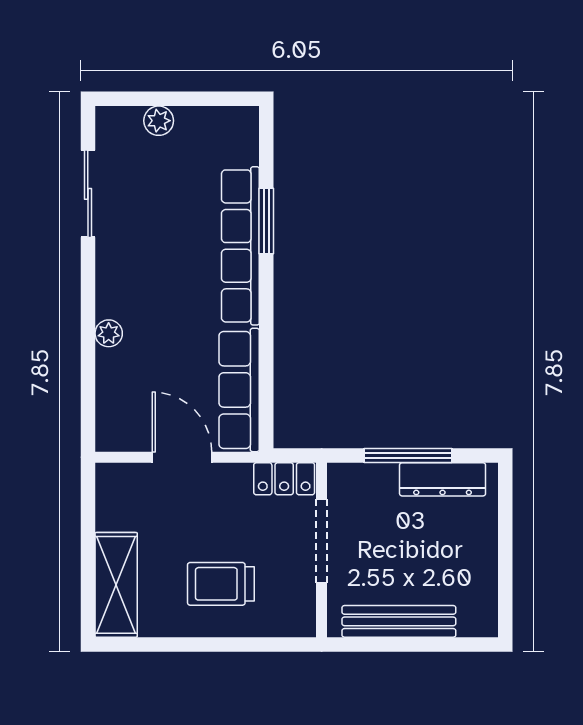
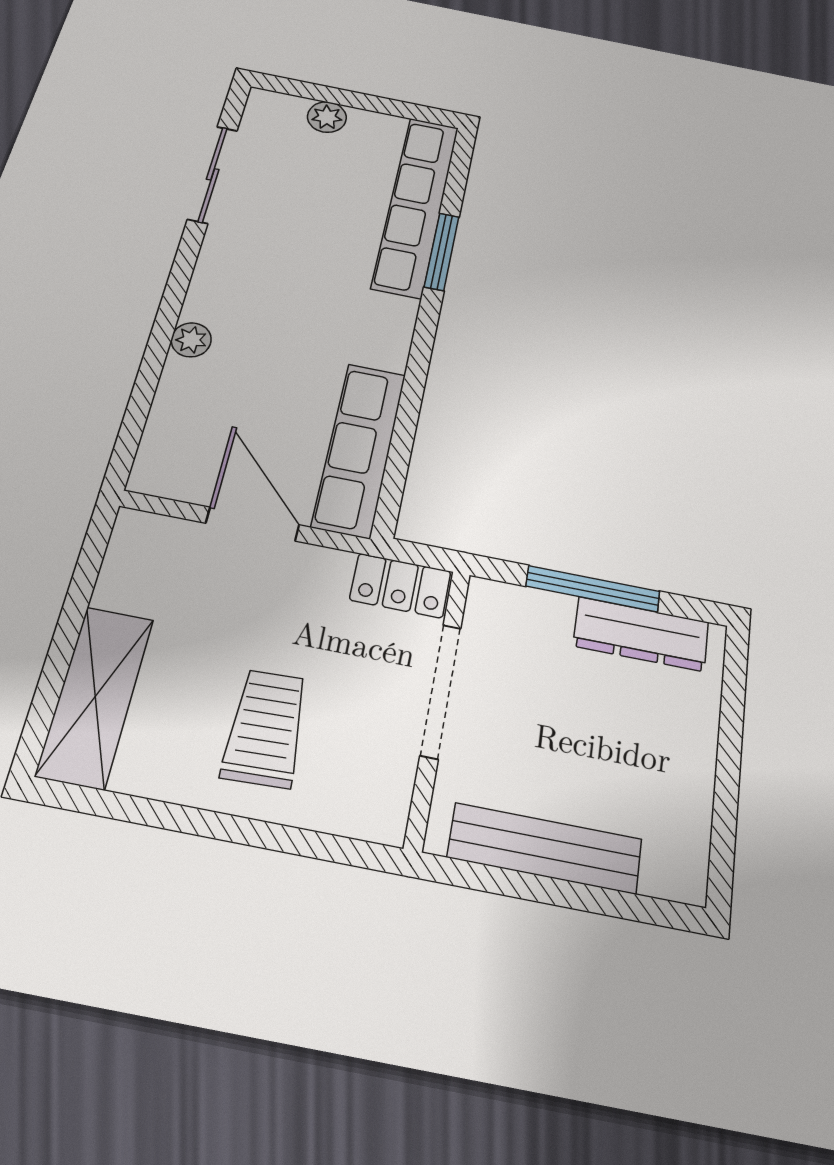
row of seats: (240, 246) -> (416, 205), moved
trolley: (221, 584) -> (266, 728), turned 88

